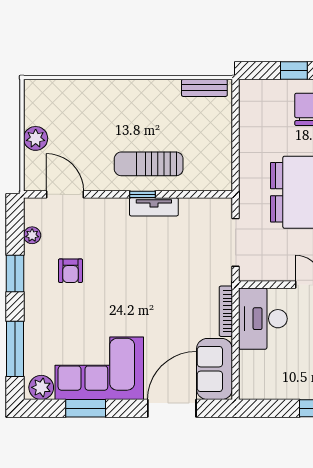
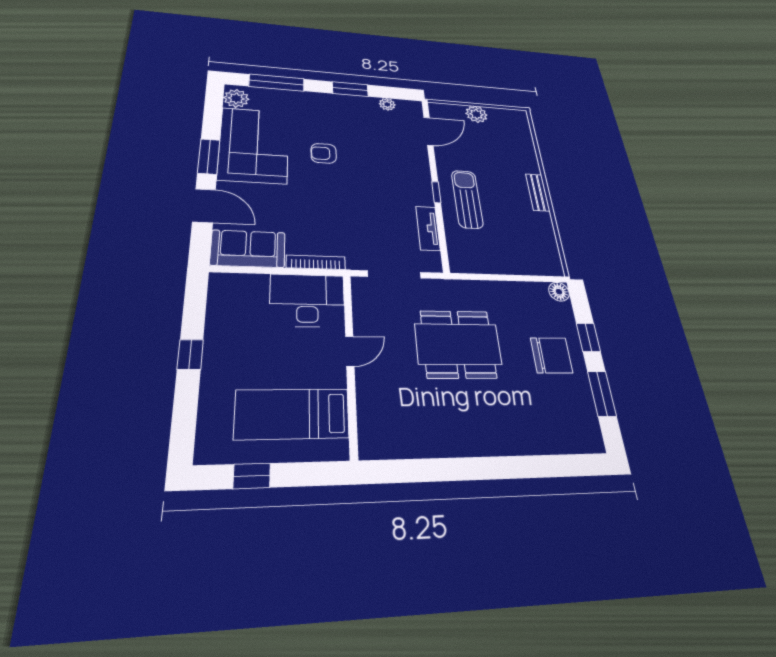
bench: (204, 88) -> (538, 192), moved
floor lamp: (248, 89) -> (559, 292), added
tv unit: (154, 207) -> (428, 228), moved
armchair: (70, 271) -> (324, 153), moved
window: (86, 408) -> (209, 157), moved
door: (172, 408) -> (204, 206), width x0.73

